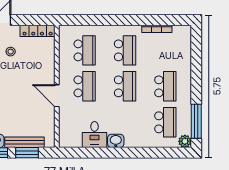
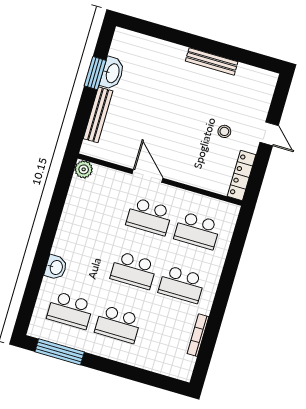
door: (57, 96) -> (148, 176), hinge flipped
desk: (95, 135) -> (81, 211), removed
washbasin: (116, 141) -> (56, 267), moved
plant: (185, 141) -> (84, 169), moved
window: (27, 153) -> (83, 114), removed

